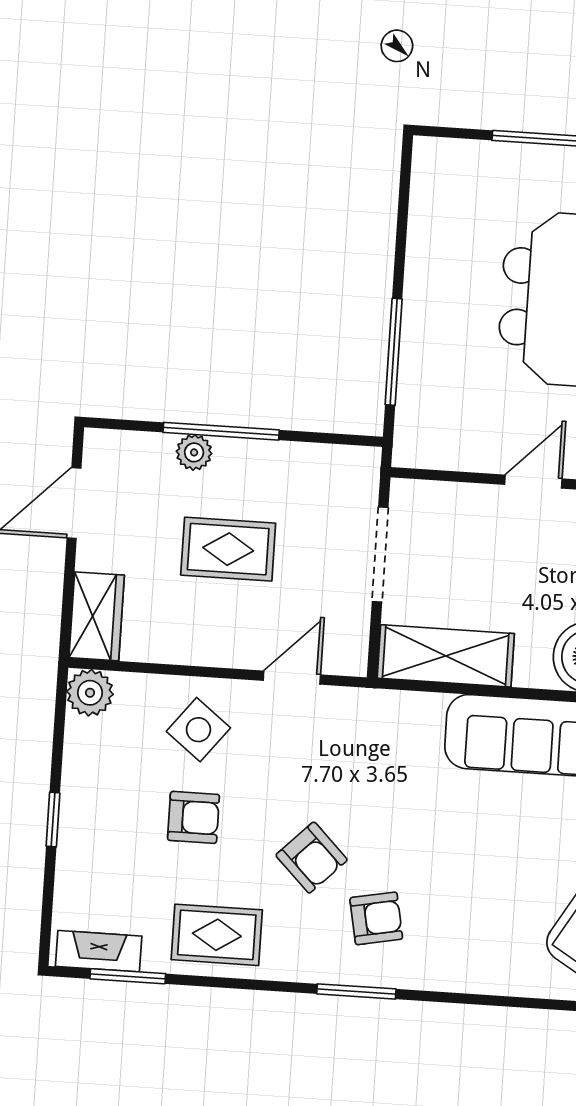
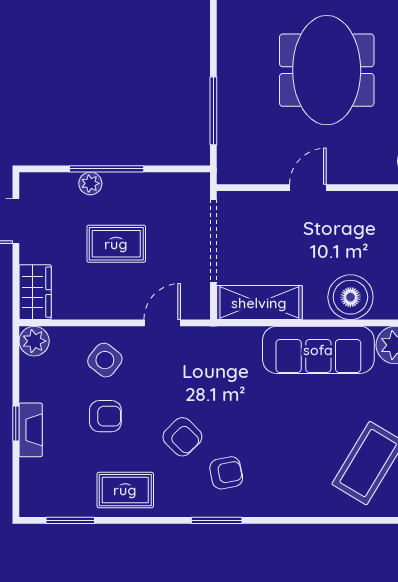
doorway: (380, 555) -> (213, 241), width x1.36
fireplace: (99, 951) -> (31, 430), moved, turned 90

